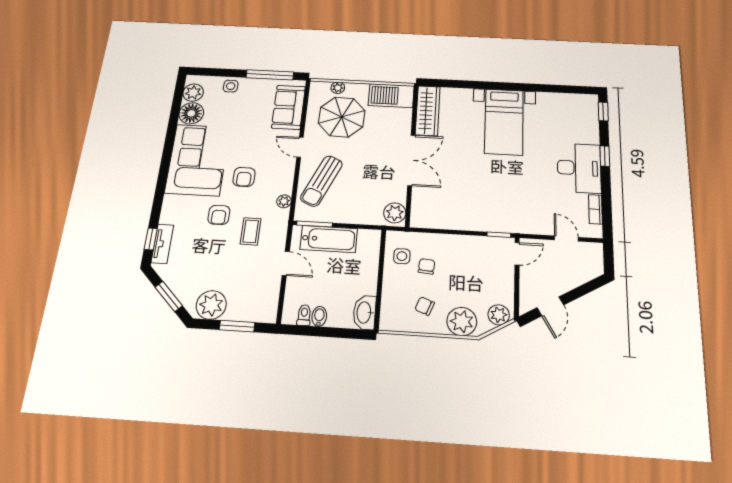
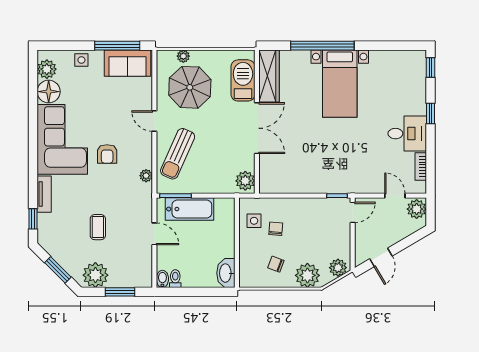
window: (486, 85) -> (322, 46), added
barbecue: (391, 96) -> (243, 80), moved, turned 90
sofa: (289, 107) -> (127, 63), moved, turned -90
desk: (579, 168) -> (407, 134), width x0.73
armchair: (219, 215) -> (90, 192), removed
coffee table: (251, 231) -> (98, 227), moved
tv unit: (162, 244) -> (44, 194), moved
plant: (592, 255) -> (417, 209), added
bidet: (319, 316) -> (162, 279), moved

